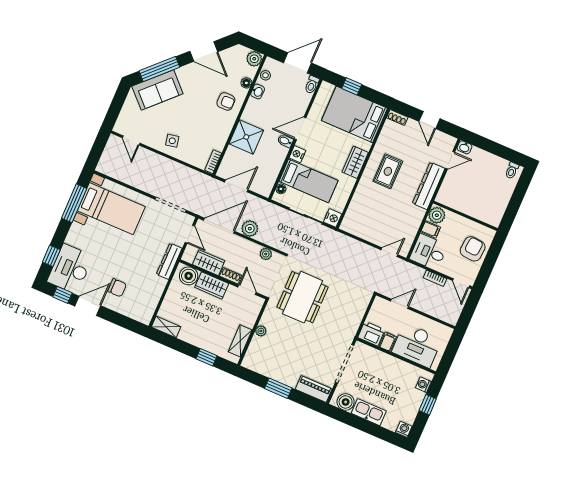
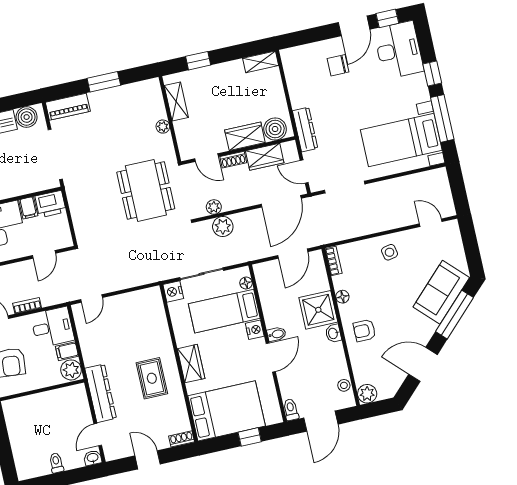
floor lamp: (246, 83) -> (342, 297), moved
washbasin: (258, 92) -> (333, 333), moved
toilet: (512, 170) -> (56, 463), moved
plant: (250, 229) -> (223, 227), moved
window: (51, 256) -> (432, 74), moved

